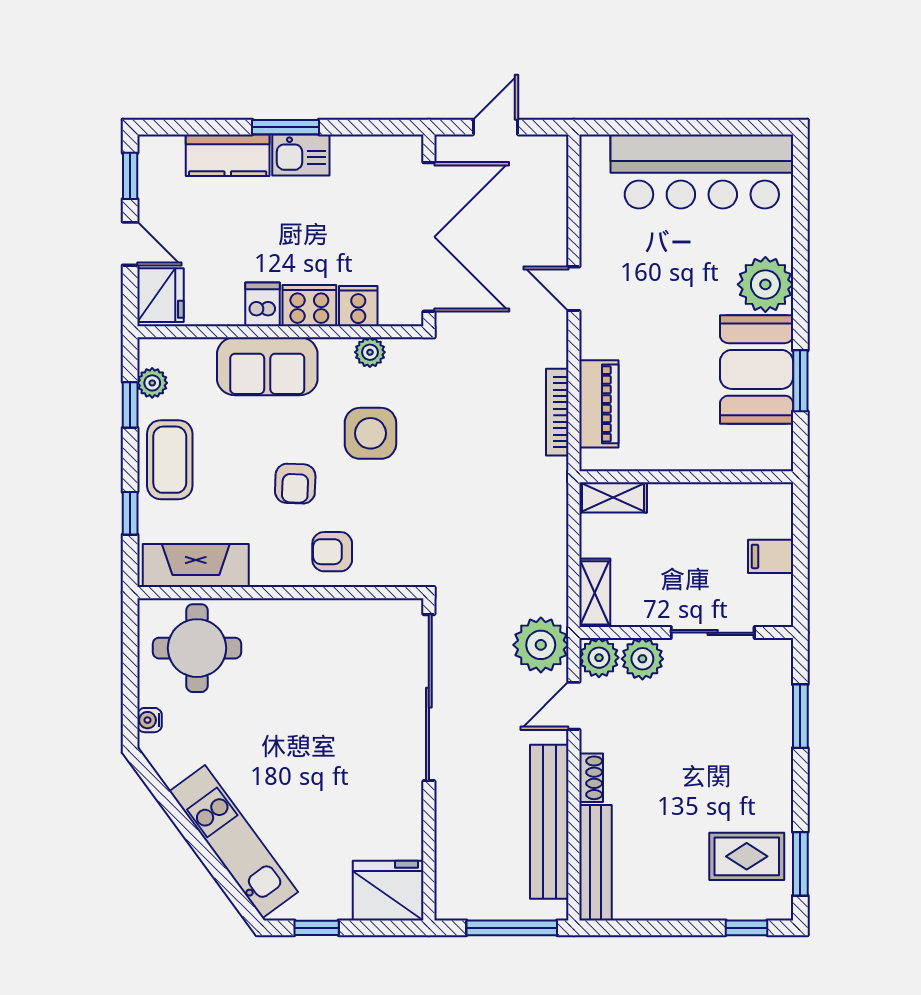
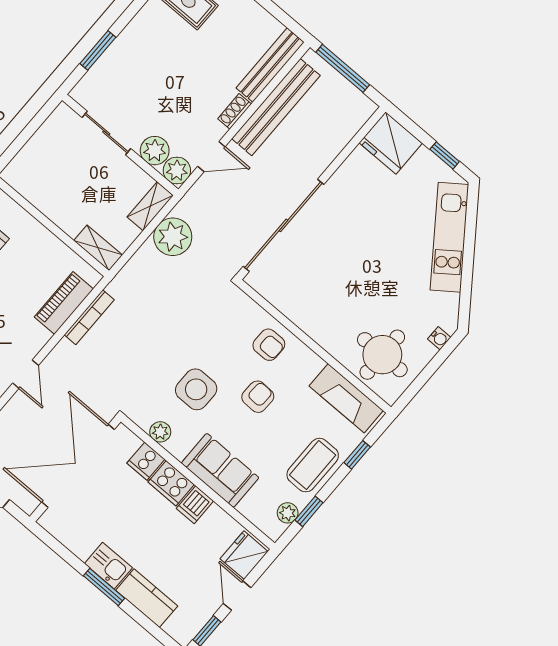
filing cabinet: (771, 556) -> (42, 147), removed
plant: (541, 645) -> (173, 237), moved

